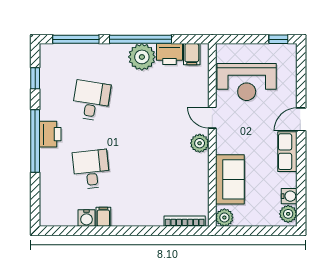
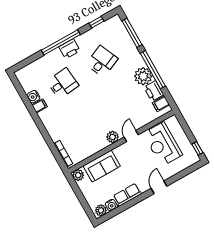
desk: (91, 101) -> (102, 61), turned -33
door: (301, 119) -> (159, 187), hinge flipped
row of seats: (287, 152) -> (127, 195), moved

